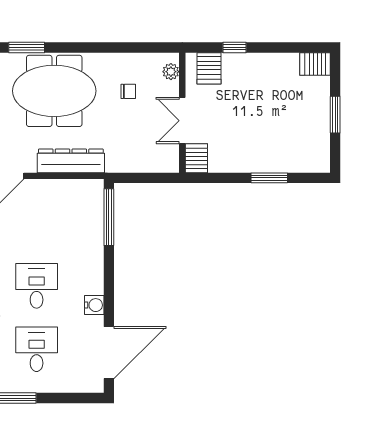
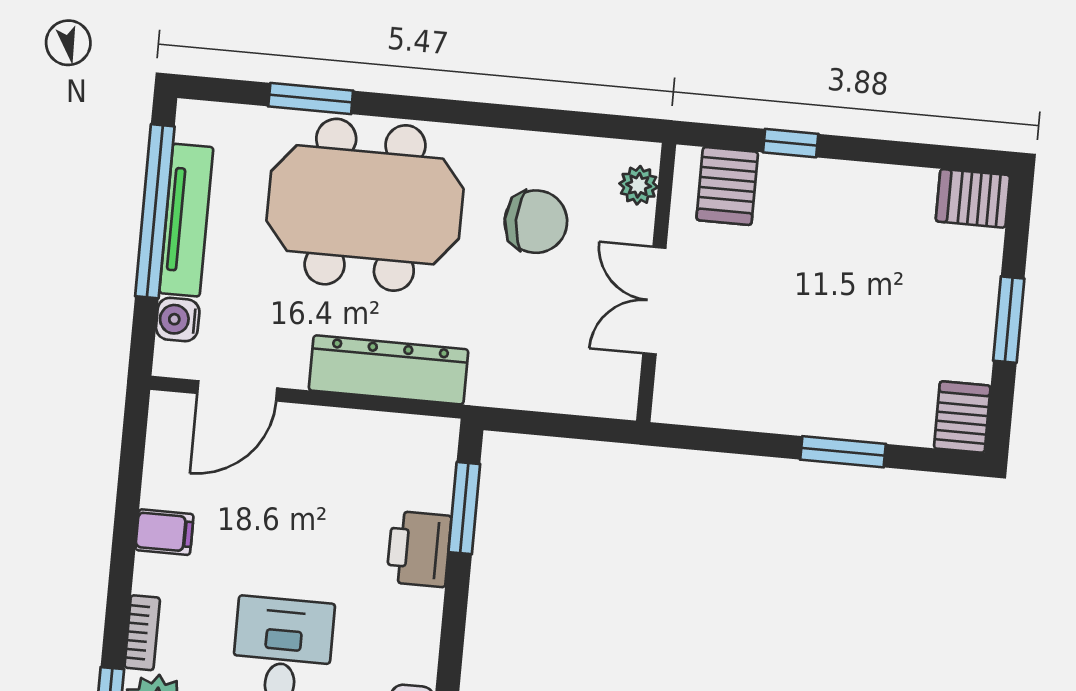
chair: (128, 91) -> (536, 222), width x1.87, depth x1.87
server rack: (196, 158) -> (962, 417), moved
window: (109, 217) -> (464, 508), width x0.69
printer: (91, 237) -> (419, 549), added

